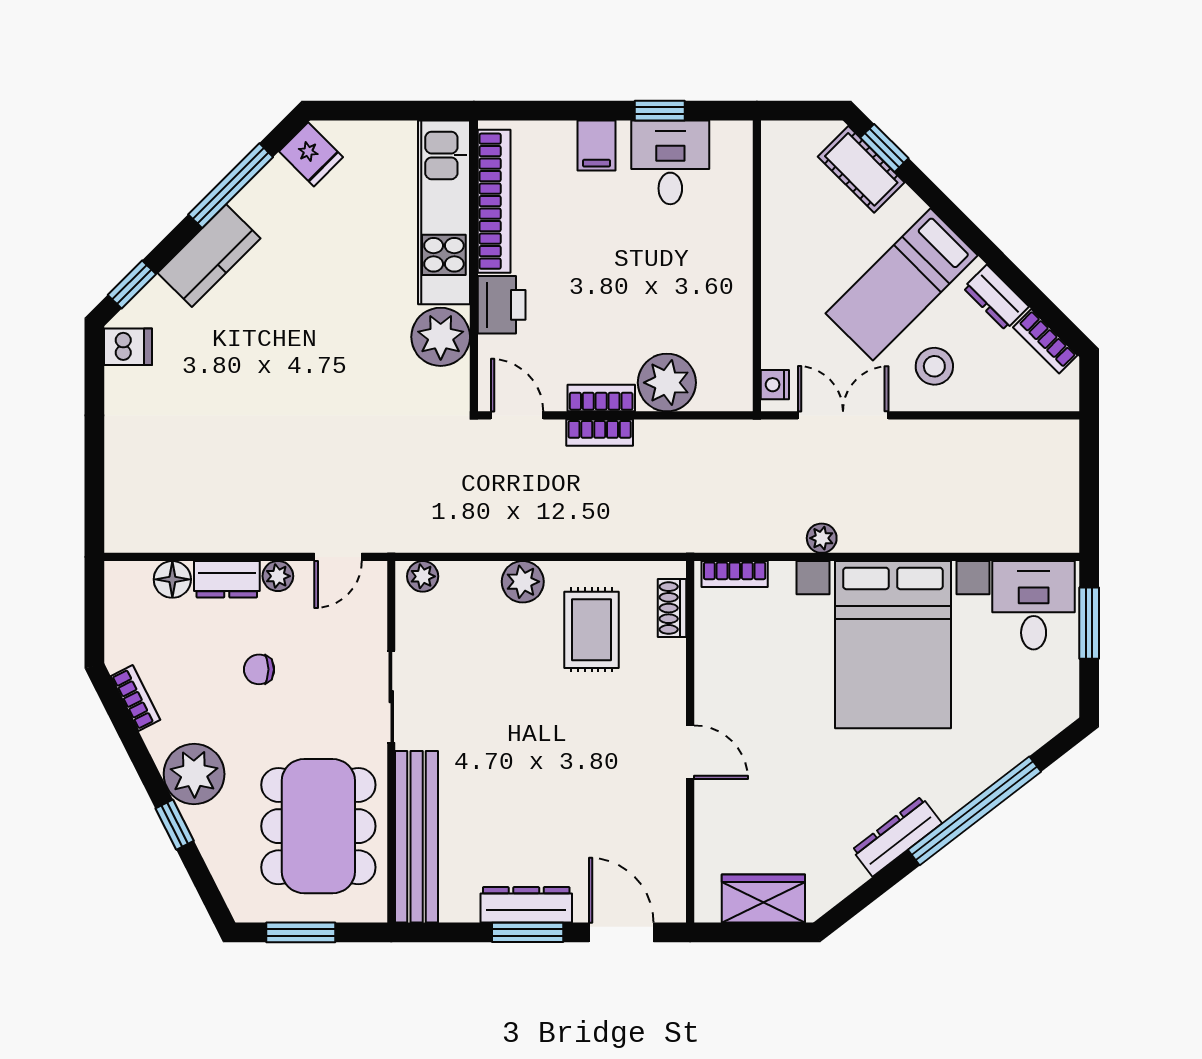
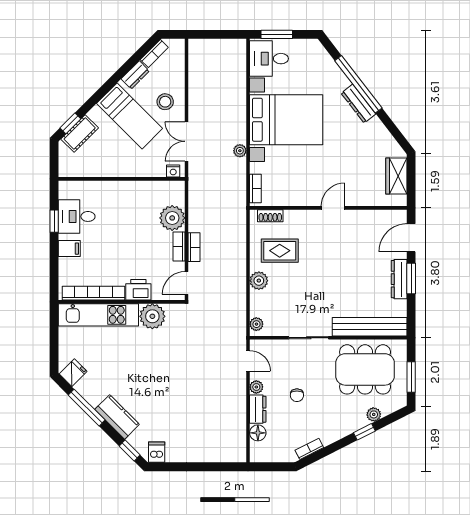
plant: (194, 774) -> (374, 414), moved, width x0.53, depth x0.53
dresser: (897, 836) -> (358, 104), moved

